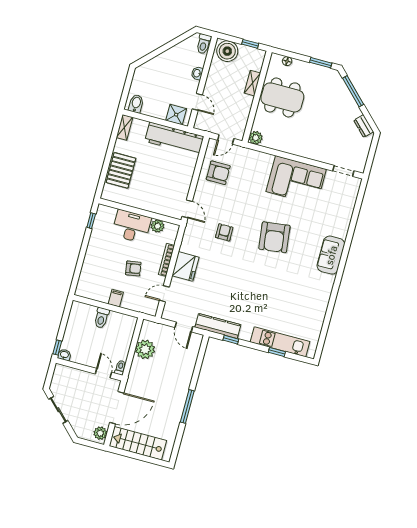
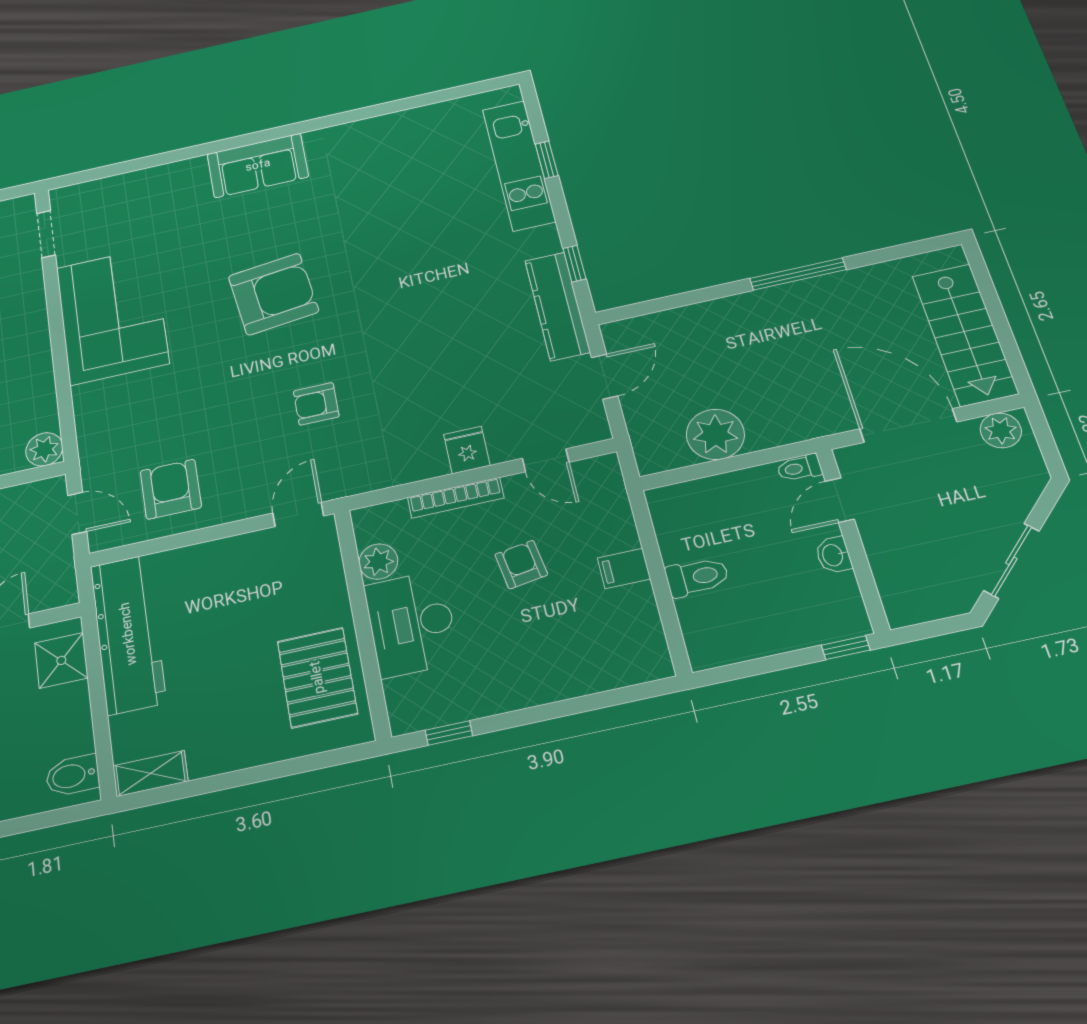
pallet: (121, 170) -> (317, 677), moved, turned 90
fridge: (185, 266) -> (467, 450), width x0.53, depth x0.75
washbasin: (64, 355) -> (833, 555), moved

